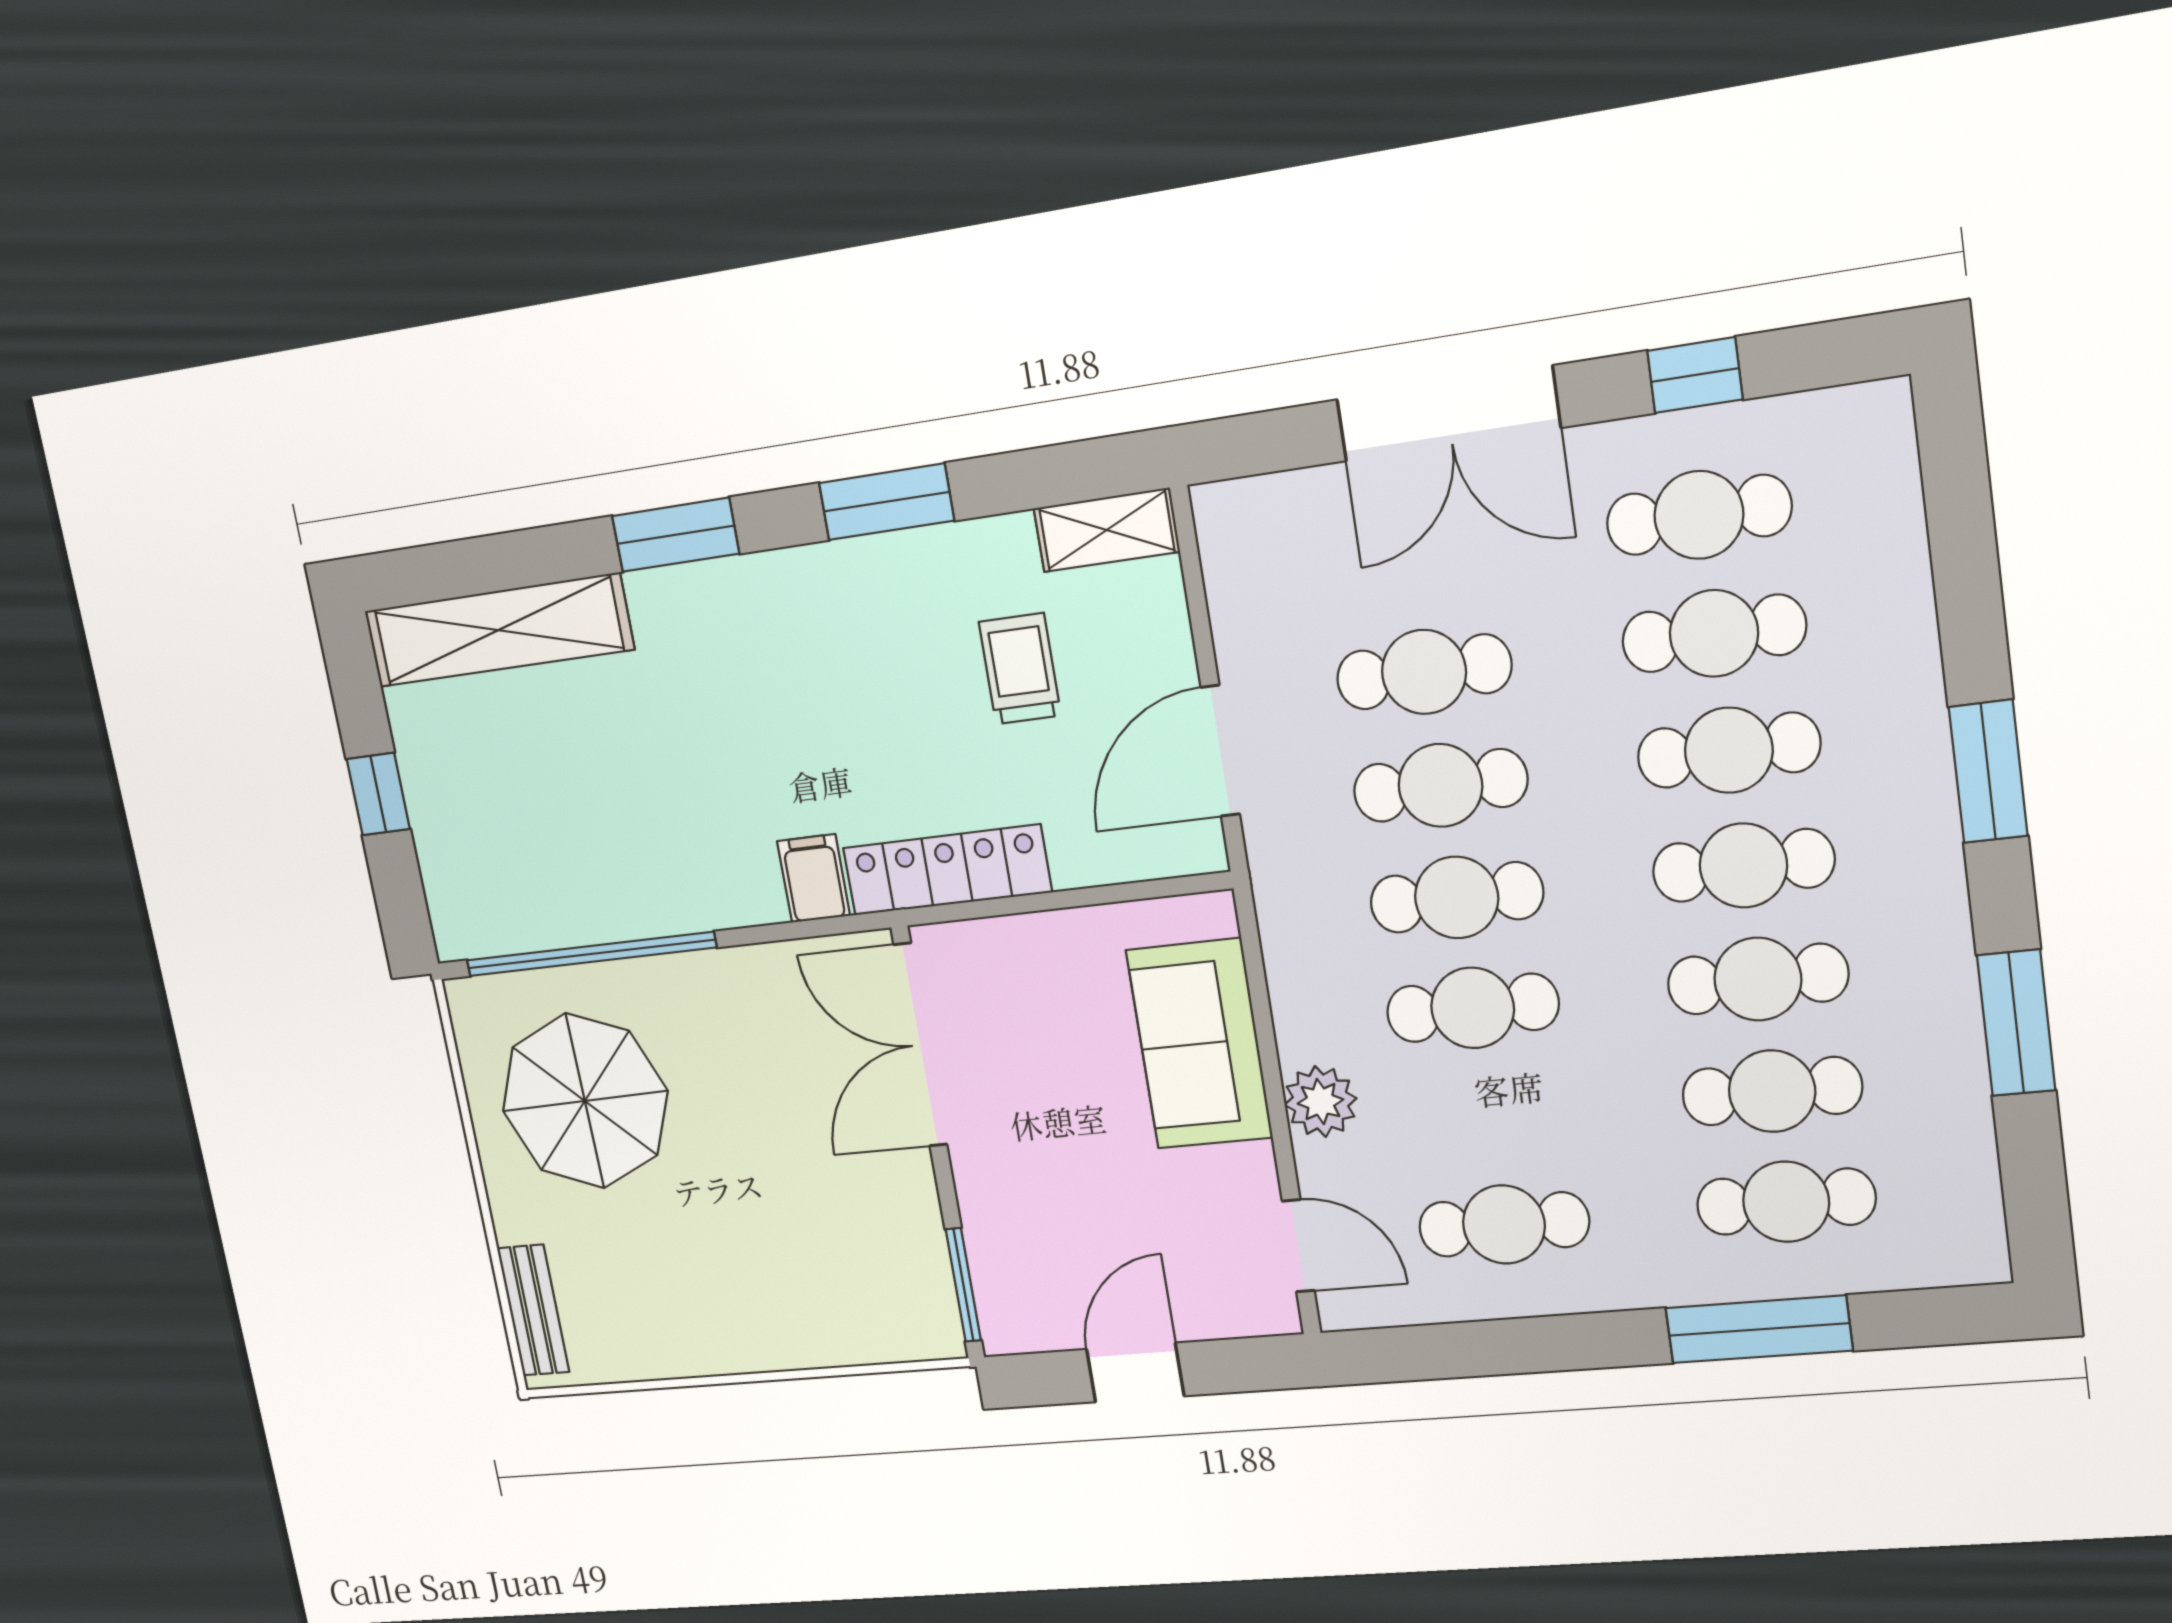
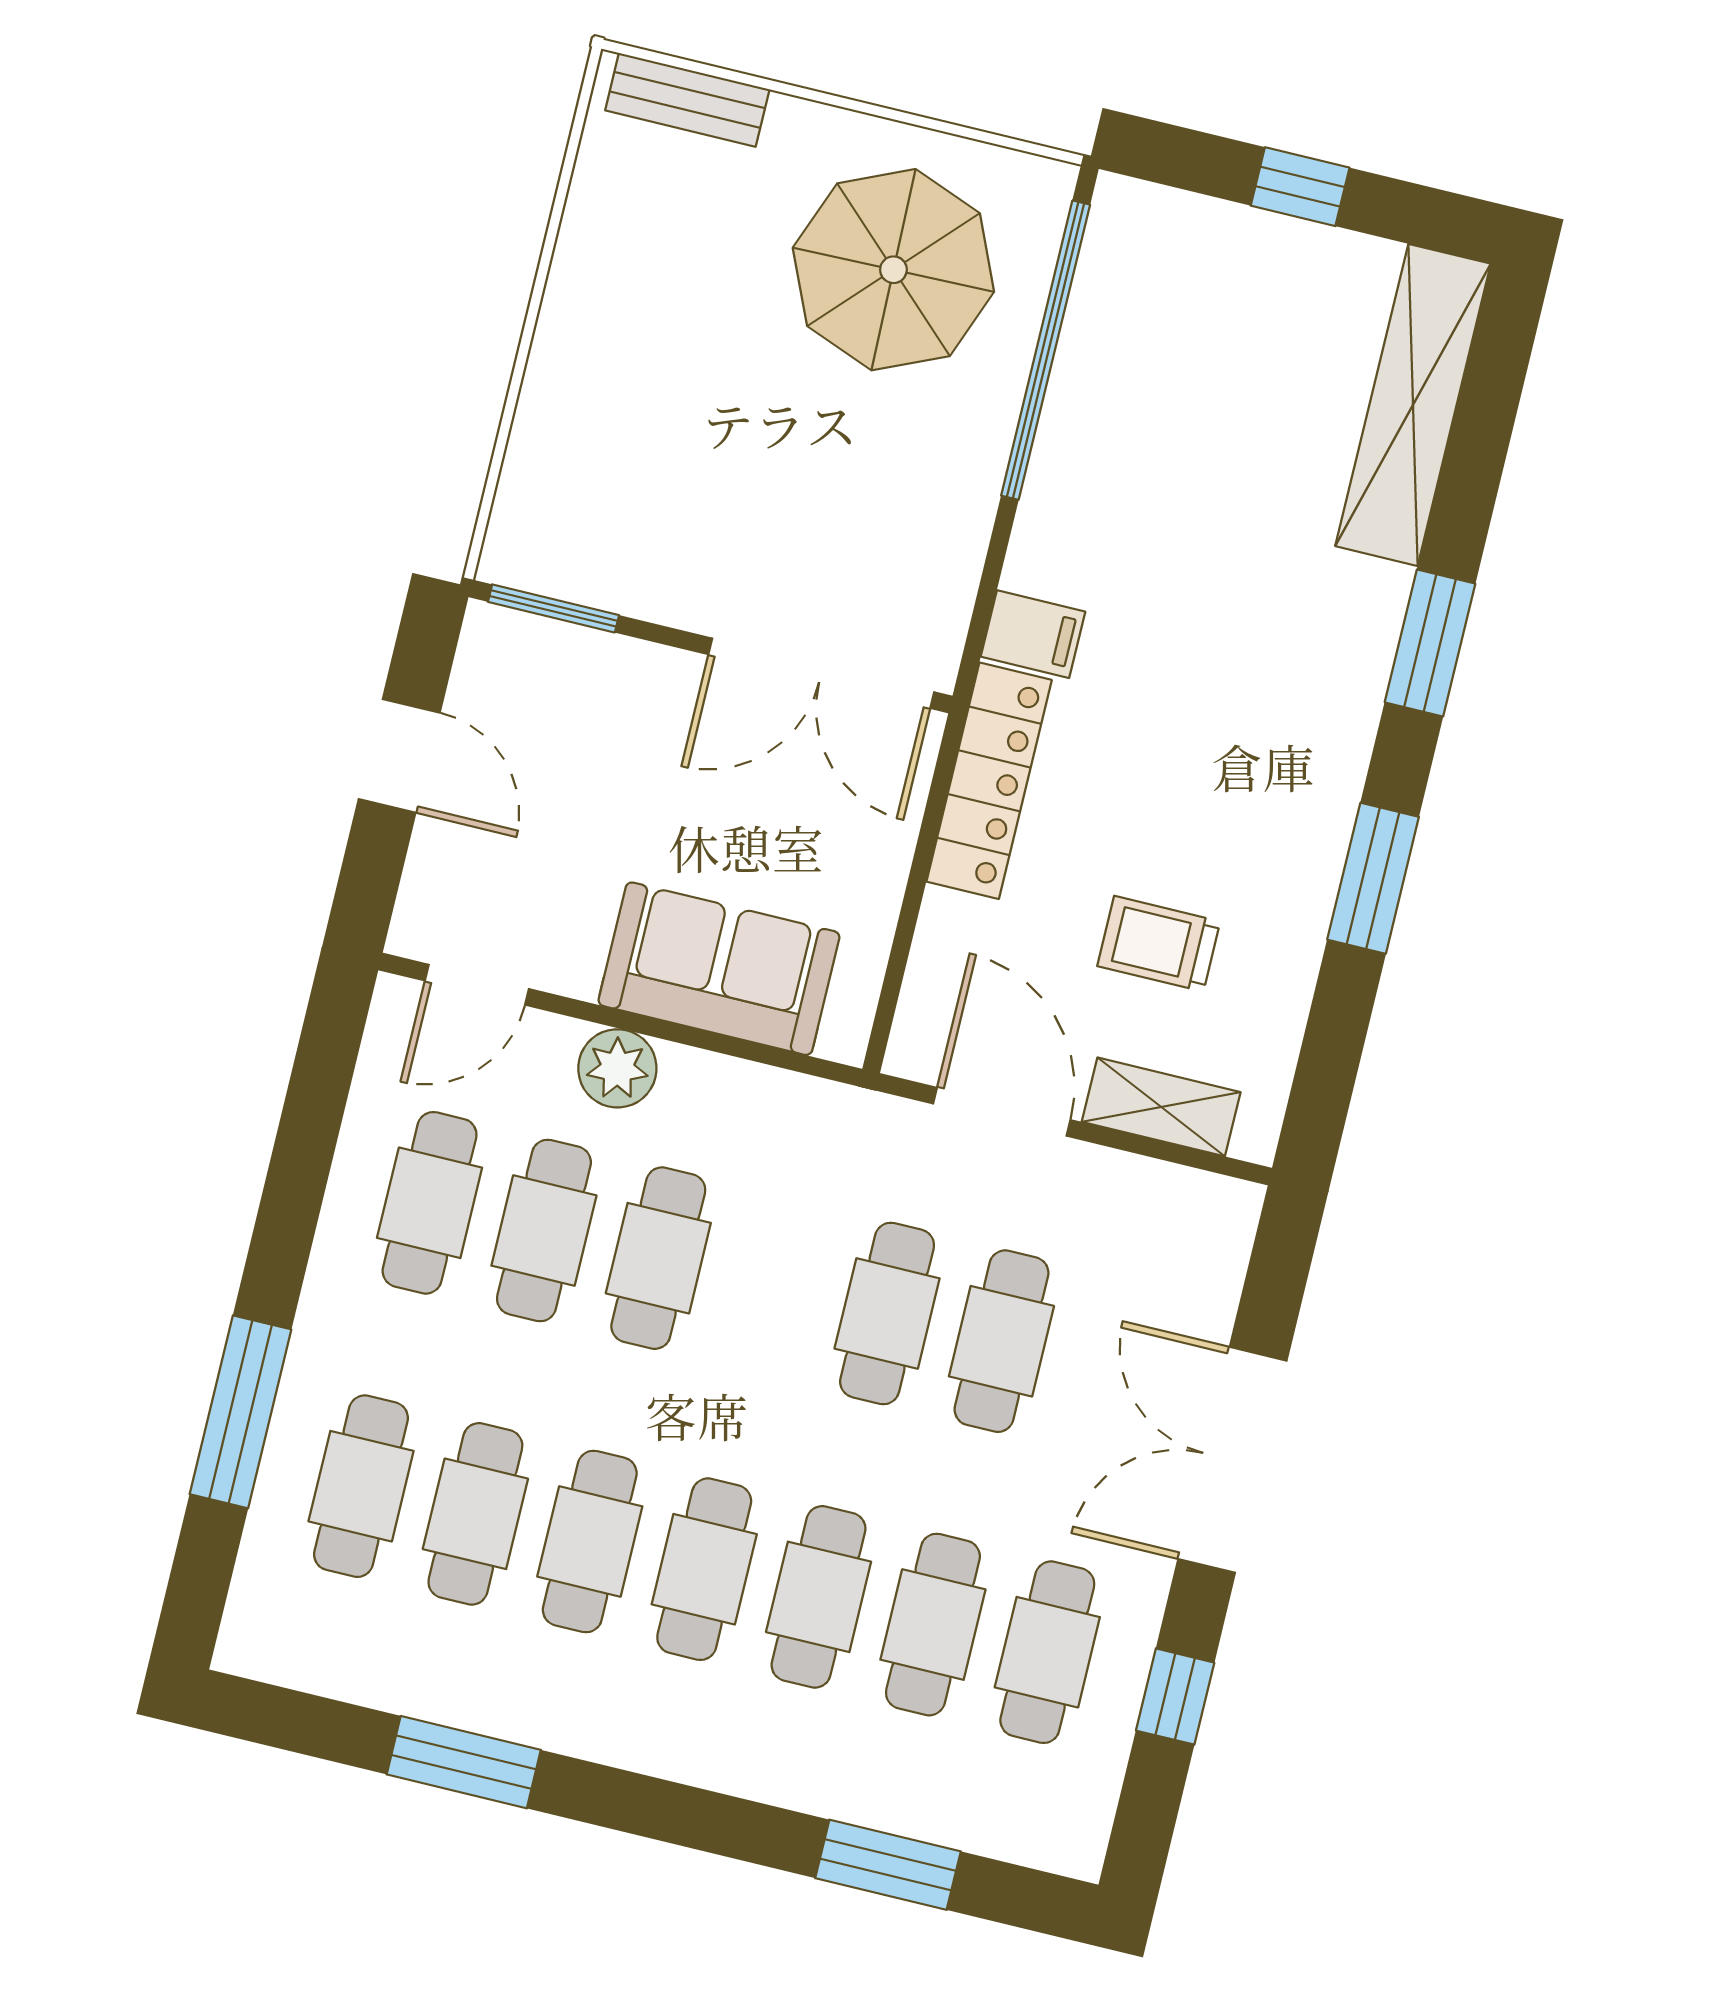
shelving: (1107, 530) -> (1161, 1107), moved, turned 90
trolley: (1020, 669) -> (1159, 944), turned 180
window: (1988, 771) -> (888, 1865), moved
cafe table: (1457, 897) -> (544, 1230), moved
double door: (920, 1045) -> (821, 673), swing flipped

